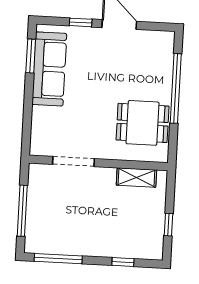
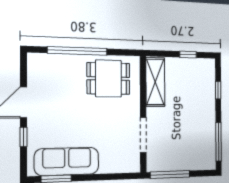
dining table: (143, 123) -> (108, 79), turned 90
shelving: (136, 177) -> (155, 82), width x1.50, depth x1.33
window: (22, 211) -> (170, 174), moved

